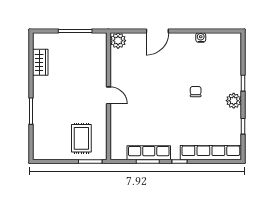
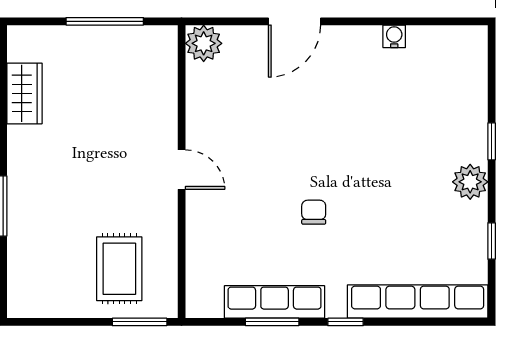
chair: (196, 92) -> (314, 212), moved

